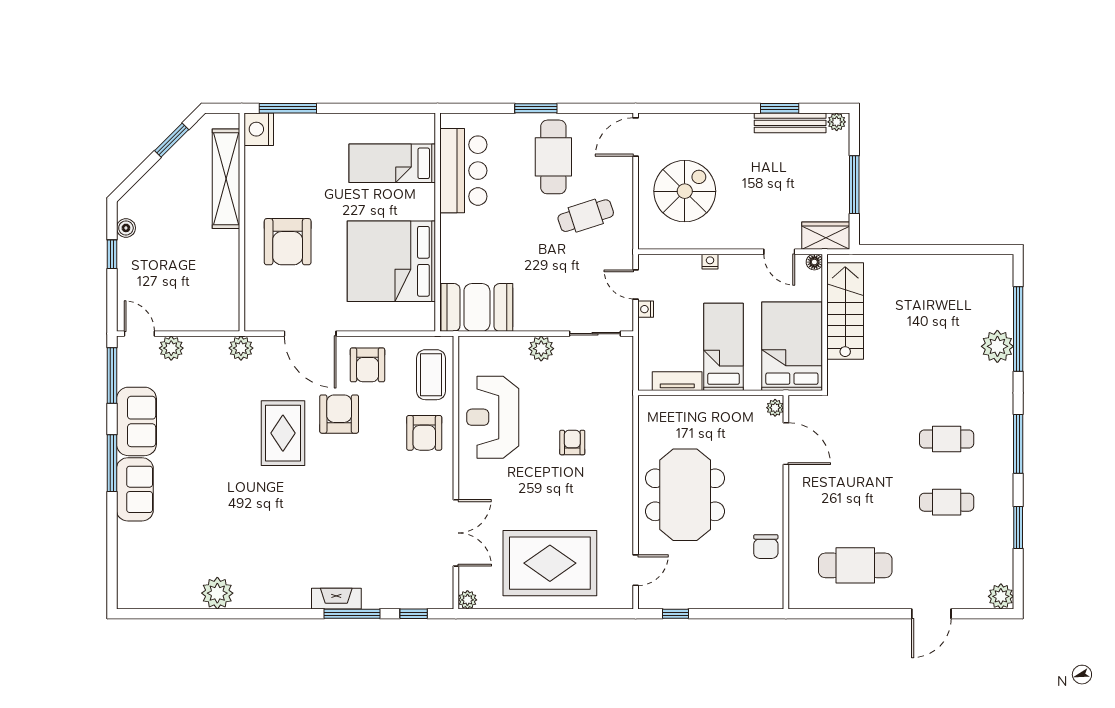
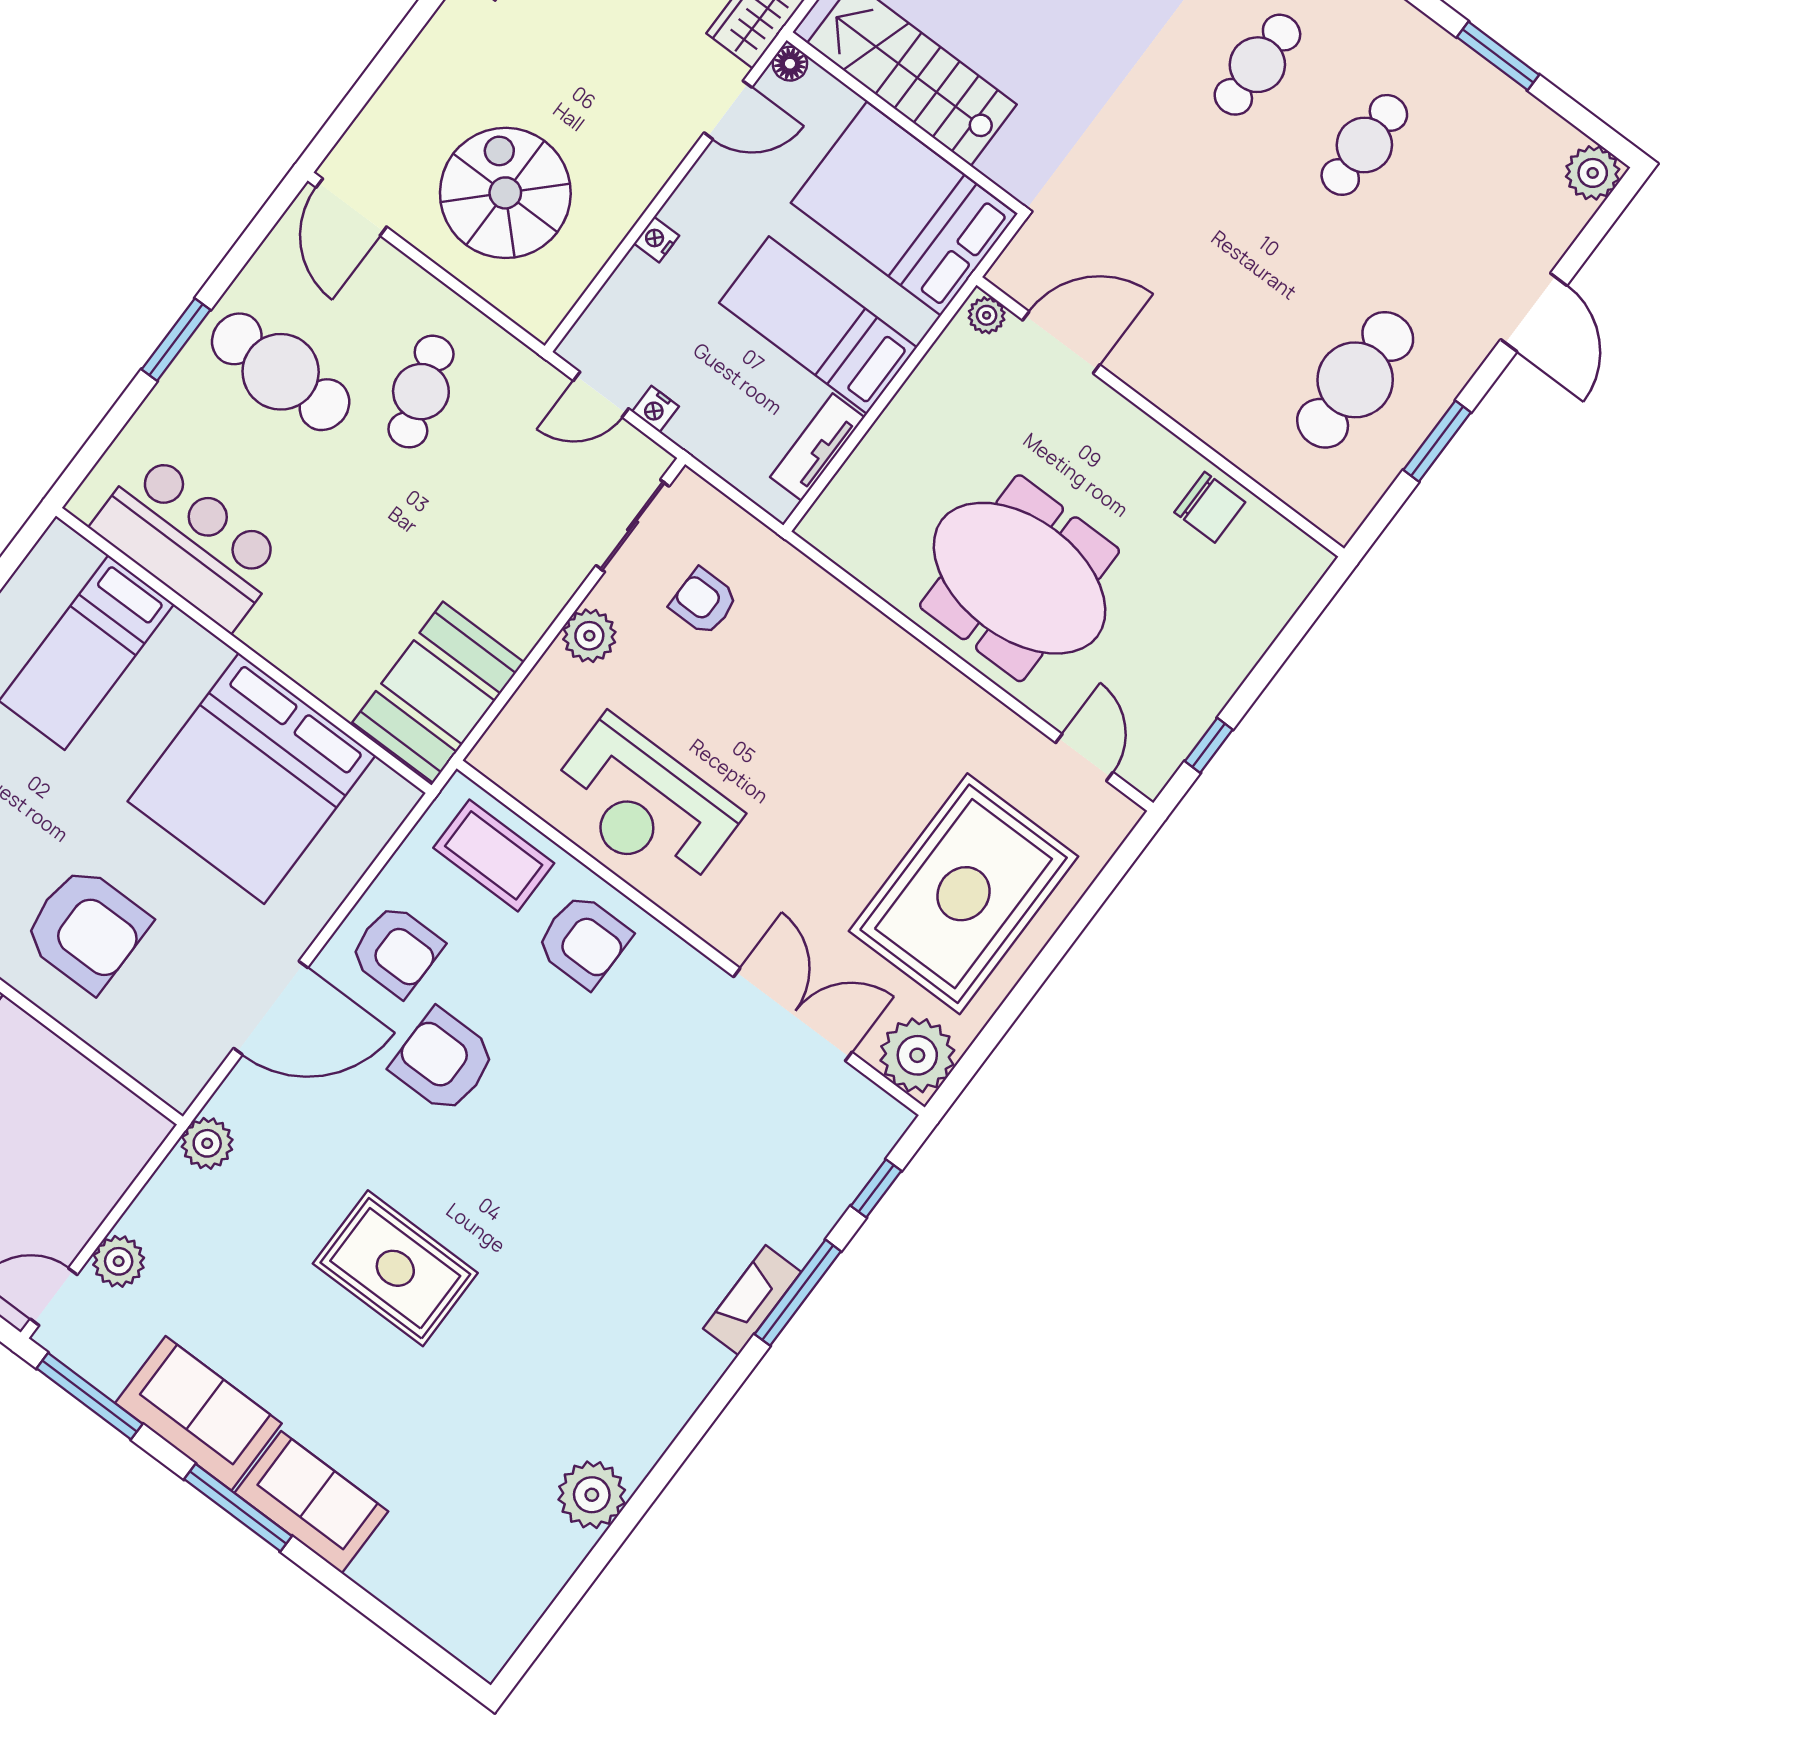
rug: (283, 433) -> (395, 1268), moved
armchair: (572, 443) -> (704, 602), moved
plant: (467, 600) -> (917, 1055), width x1.88, depth x1.88
window: (855, 614) -> (1437, 441), added

